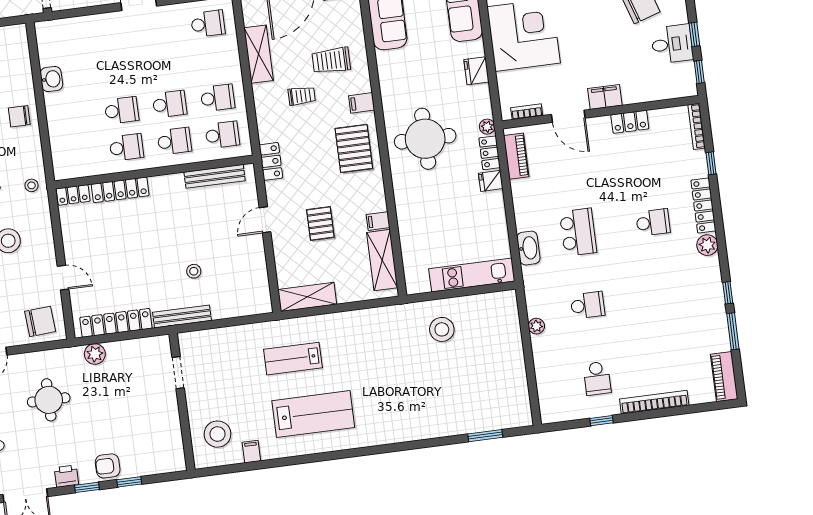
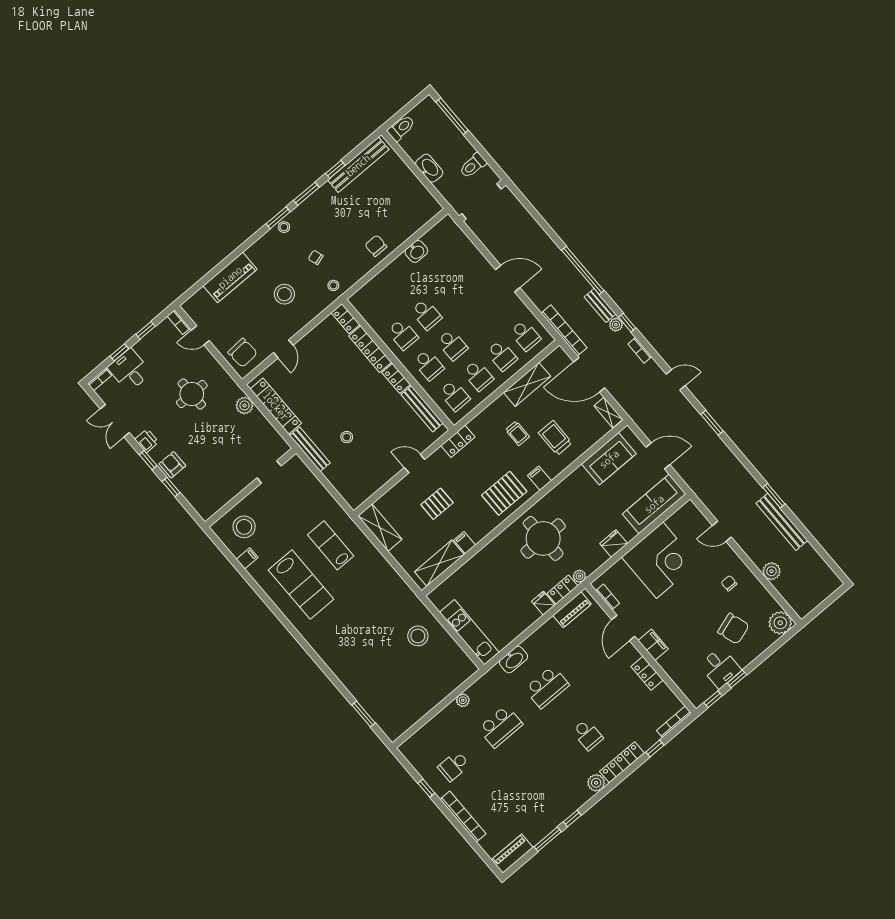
school desk: (213, 61) -> (502, 355), added
locker: (167, 183) -> (396, 378), added
school desk: (588, 305) -> (500, 727), width x1.85

